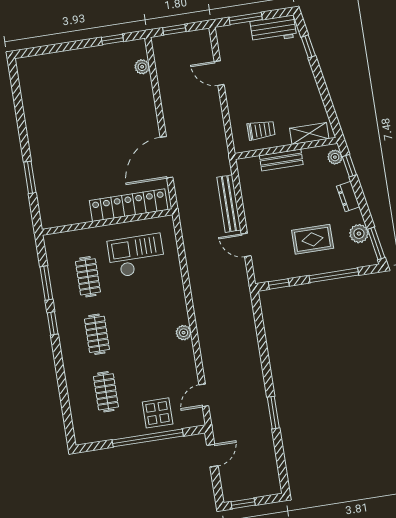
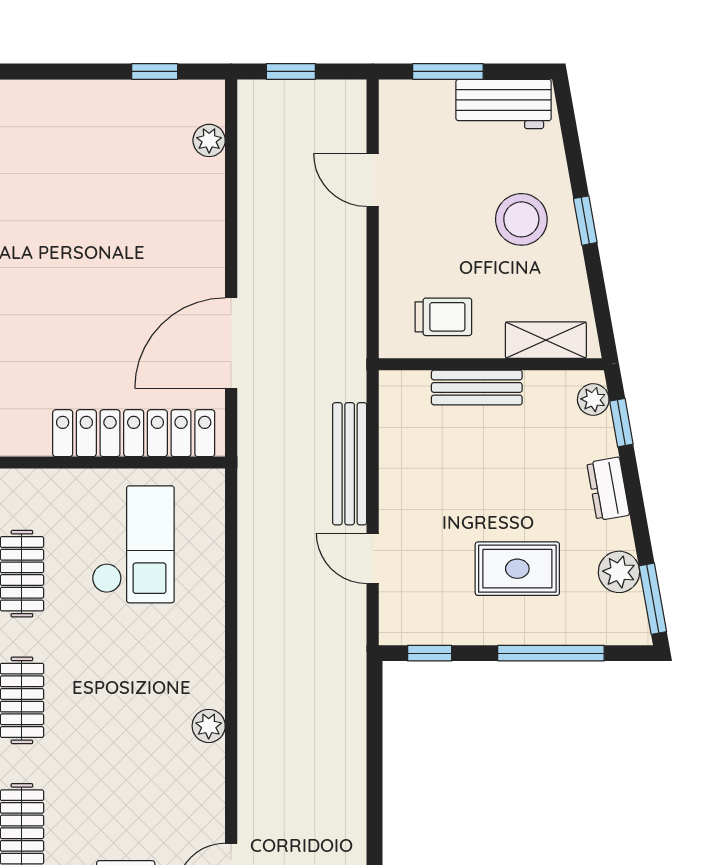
window: (308, 46) -> (585, 221), moved
stool: (290, 80) -> (521, 219), added
checkout: (136, 256) -> (133, 544), turned 90

